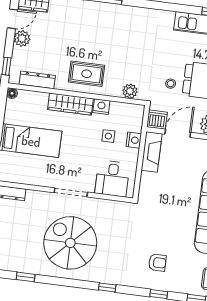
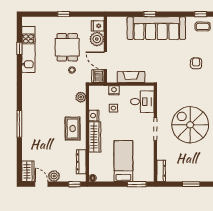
fireplace: (152, 152) -> (131, 77), moved
spiral stairs: (70, 243) -> (190, 125), turned 90

